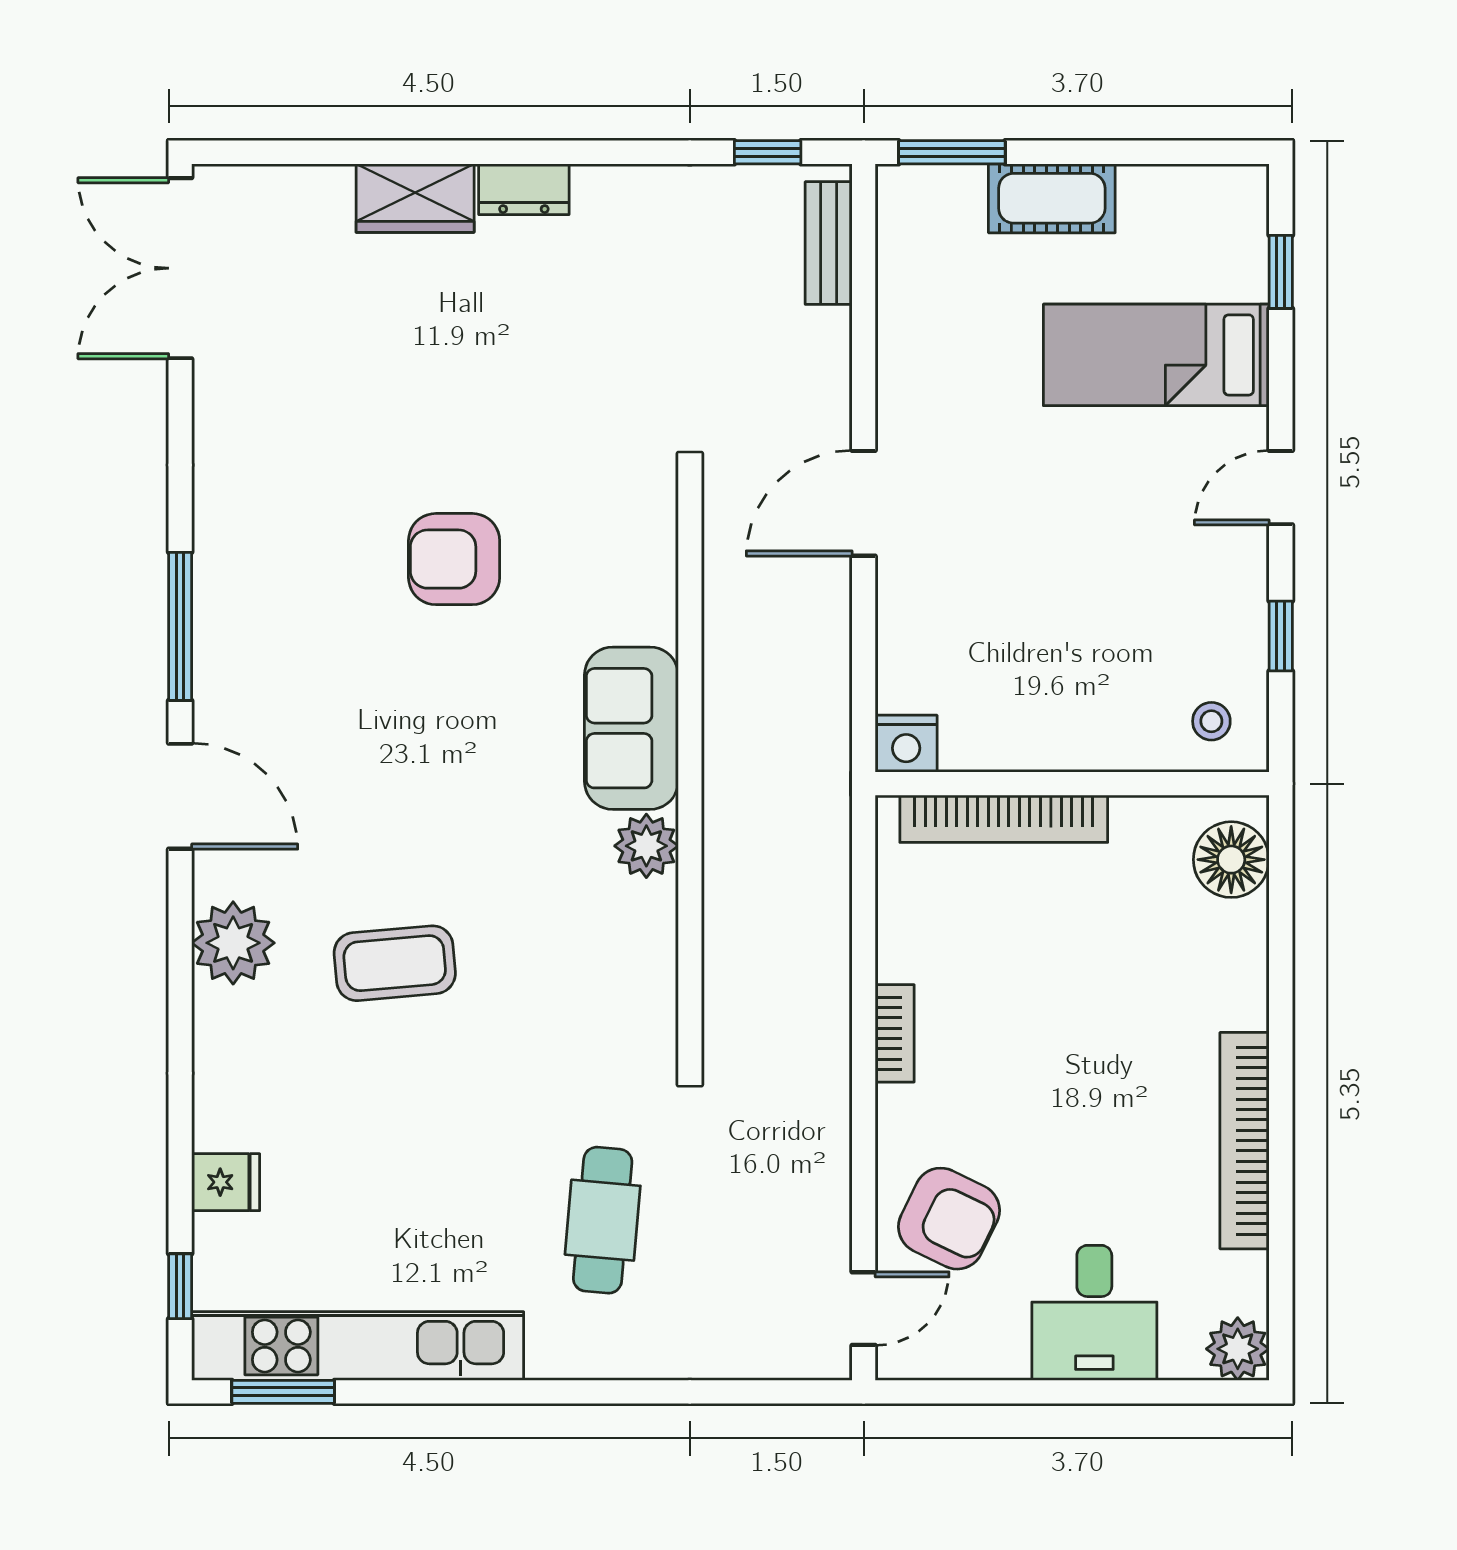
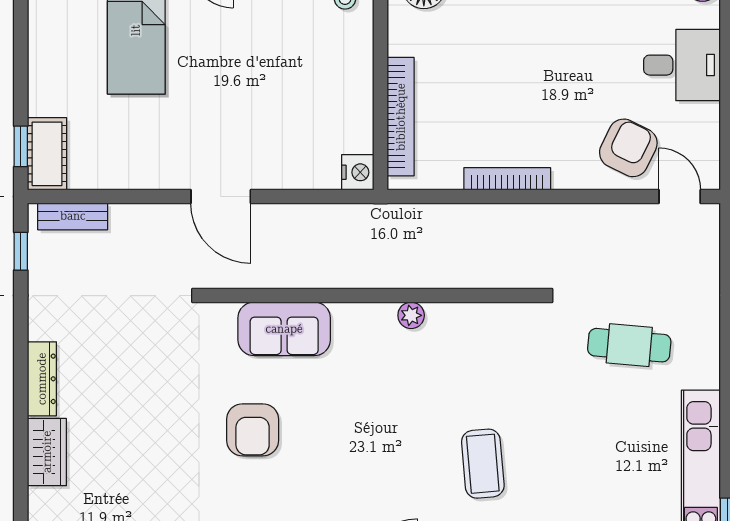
window: (952, 152) -> (21, 146), width x0.67
dresser: (524, 189) -> (42, 379), width x1.44
cot: (1052, 198) -> (47, 154), moved
sofa: (631, 728) -> (284, 329), moved
plant: (646, 846) -> (411, 315), width x0.73, depth x0.73
bookcase: (895, 1033) -> (507, 179), width x1.56

